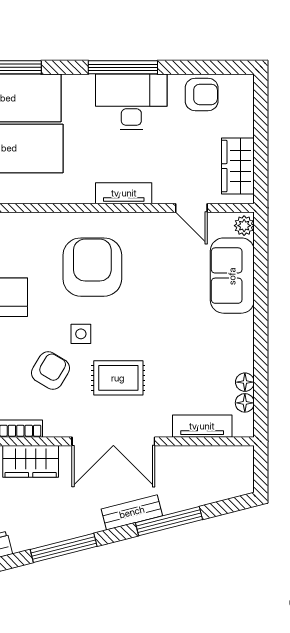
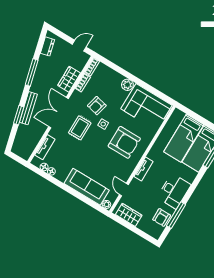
window: (123, 67) -> (176, 215), moved
door: (191, 208) -> (124, 190), hinge flipped
sofa: (232, 276) -> (87, 187), width x1.36
armchair: (51, 371) -> (97, 106), turned 72
bench: (132, 512) -> (28, 108), width x1.36
window: (169, 521) -> (19, 115), width x0.69

